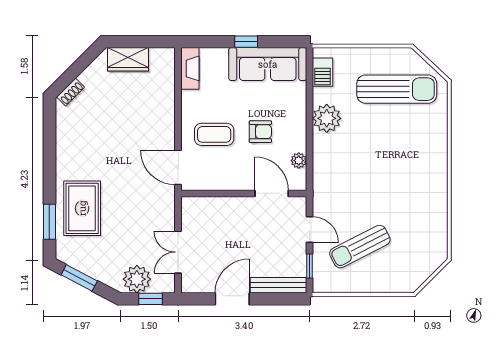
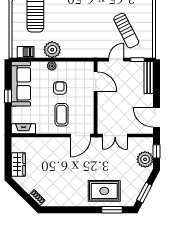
plant: (299, 161) -> (52, 66), moved
door: (272, 193) -> (96, 81), swing flipped
double door: (178, 252) -> (115, 136), moved
door: (232, 299) -> (156, 117), moved

